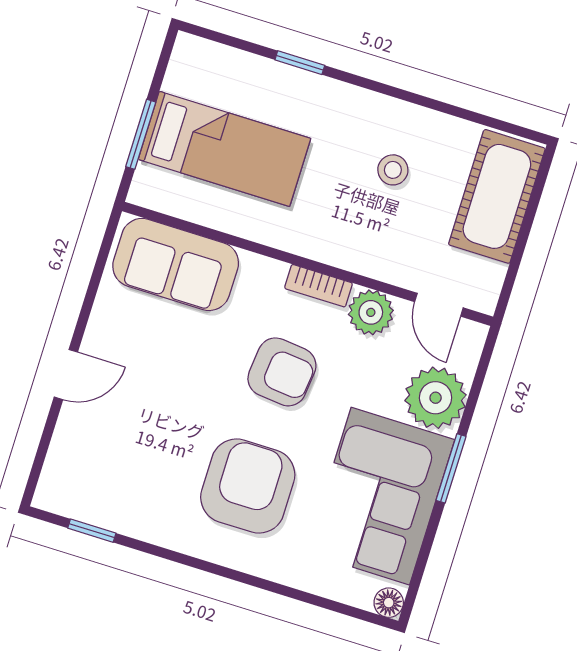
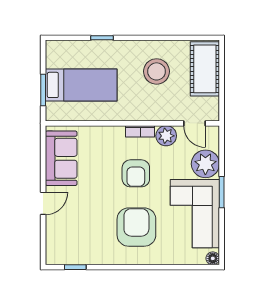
stool: (393, 170) -> (157, 71), width x1.89, depth x1.89
sofa: (176, 264) -> (61, 158), moved, turned -90
armchair: (282, 372) -> (136, 173), turned 84

